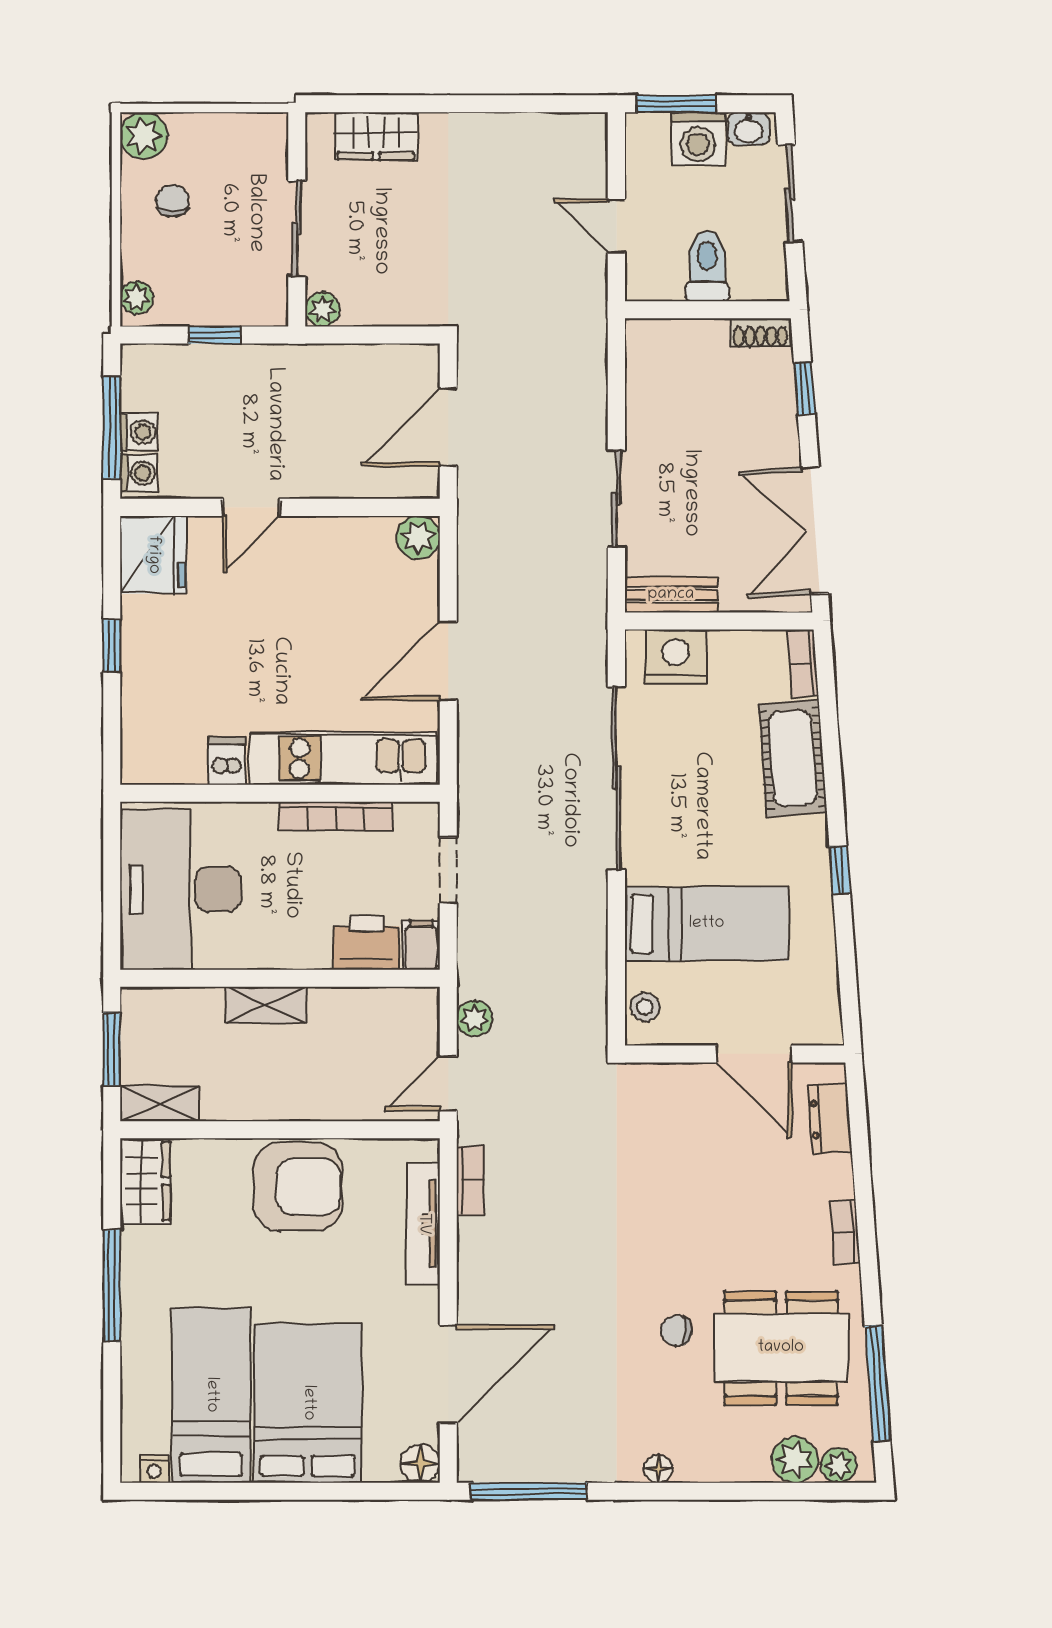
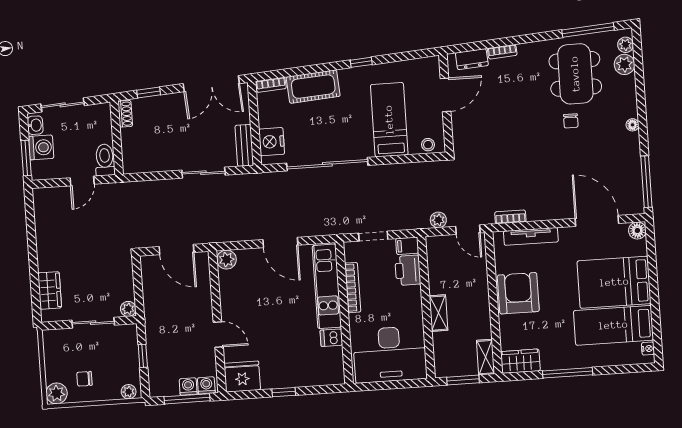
toilet: (707, 266) -> (105, 160), moved, turned 90
bookcase: (845, 1232) -> (502, 52), moved

